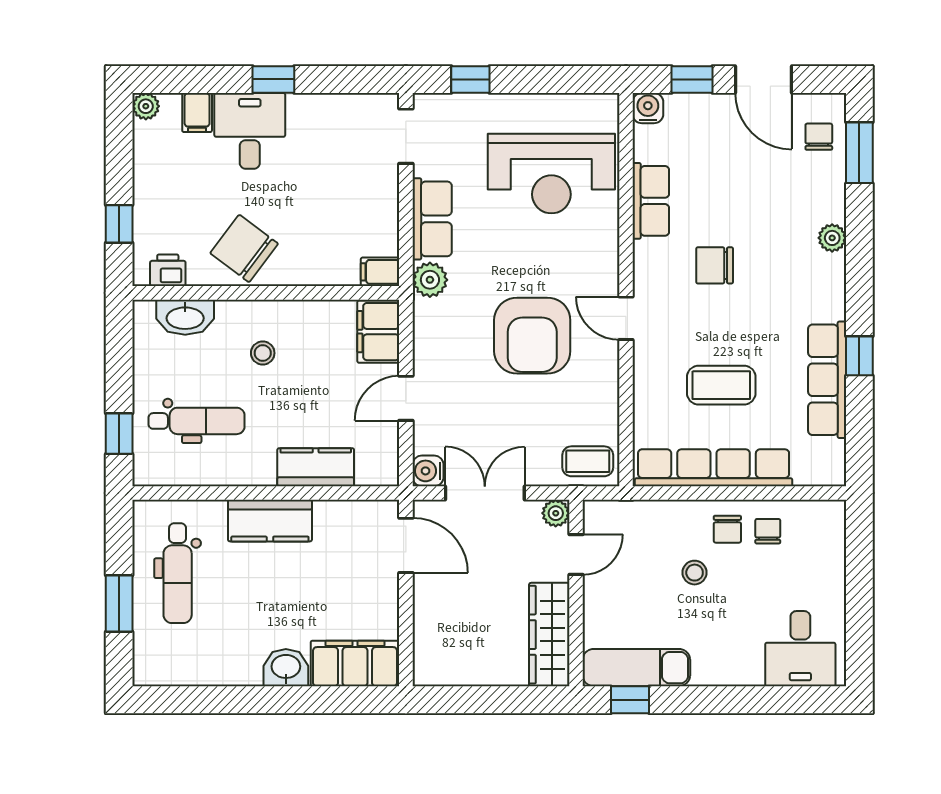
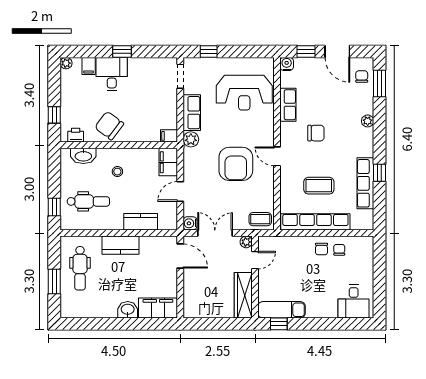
chair: (715, 265) -> (316, 133), turned 180
stool: (695, 573) -> (307, 268), removed

